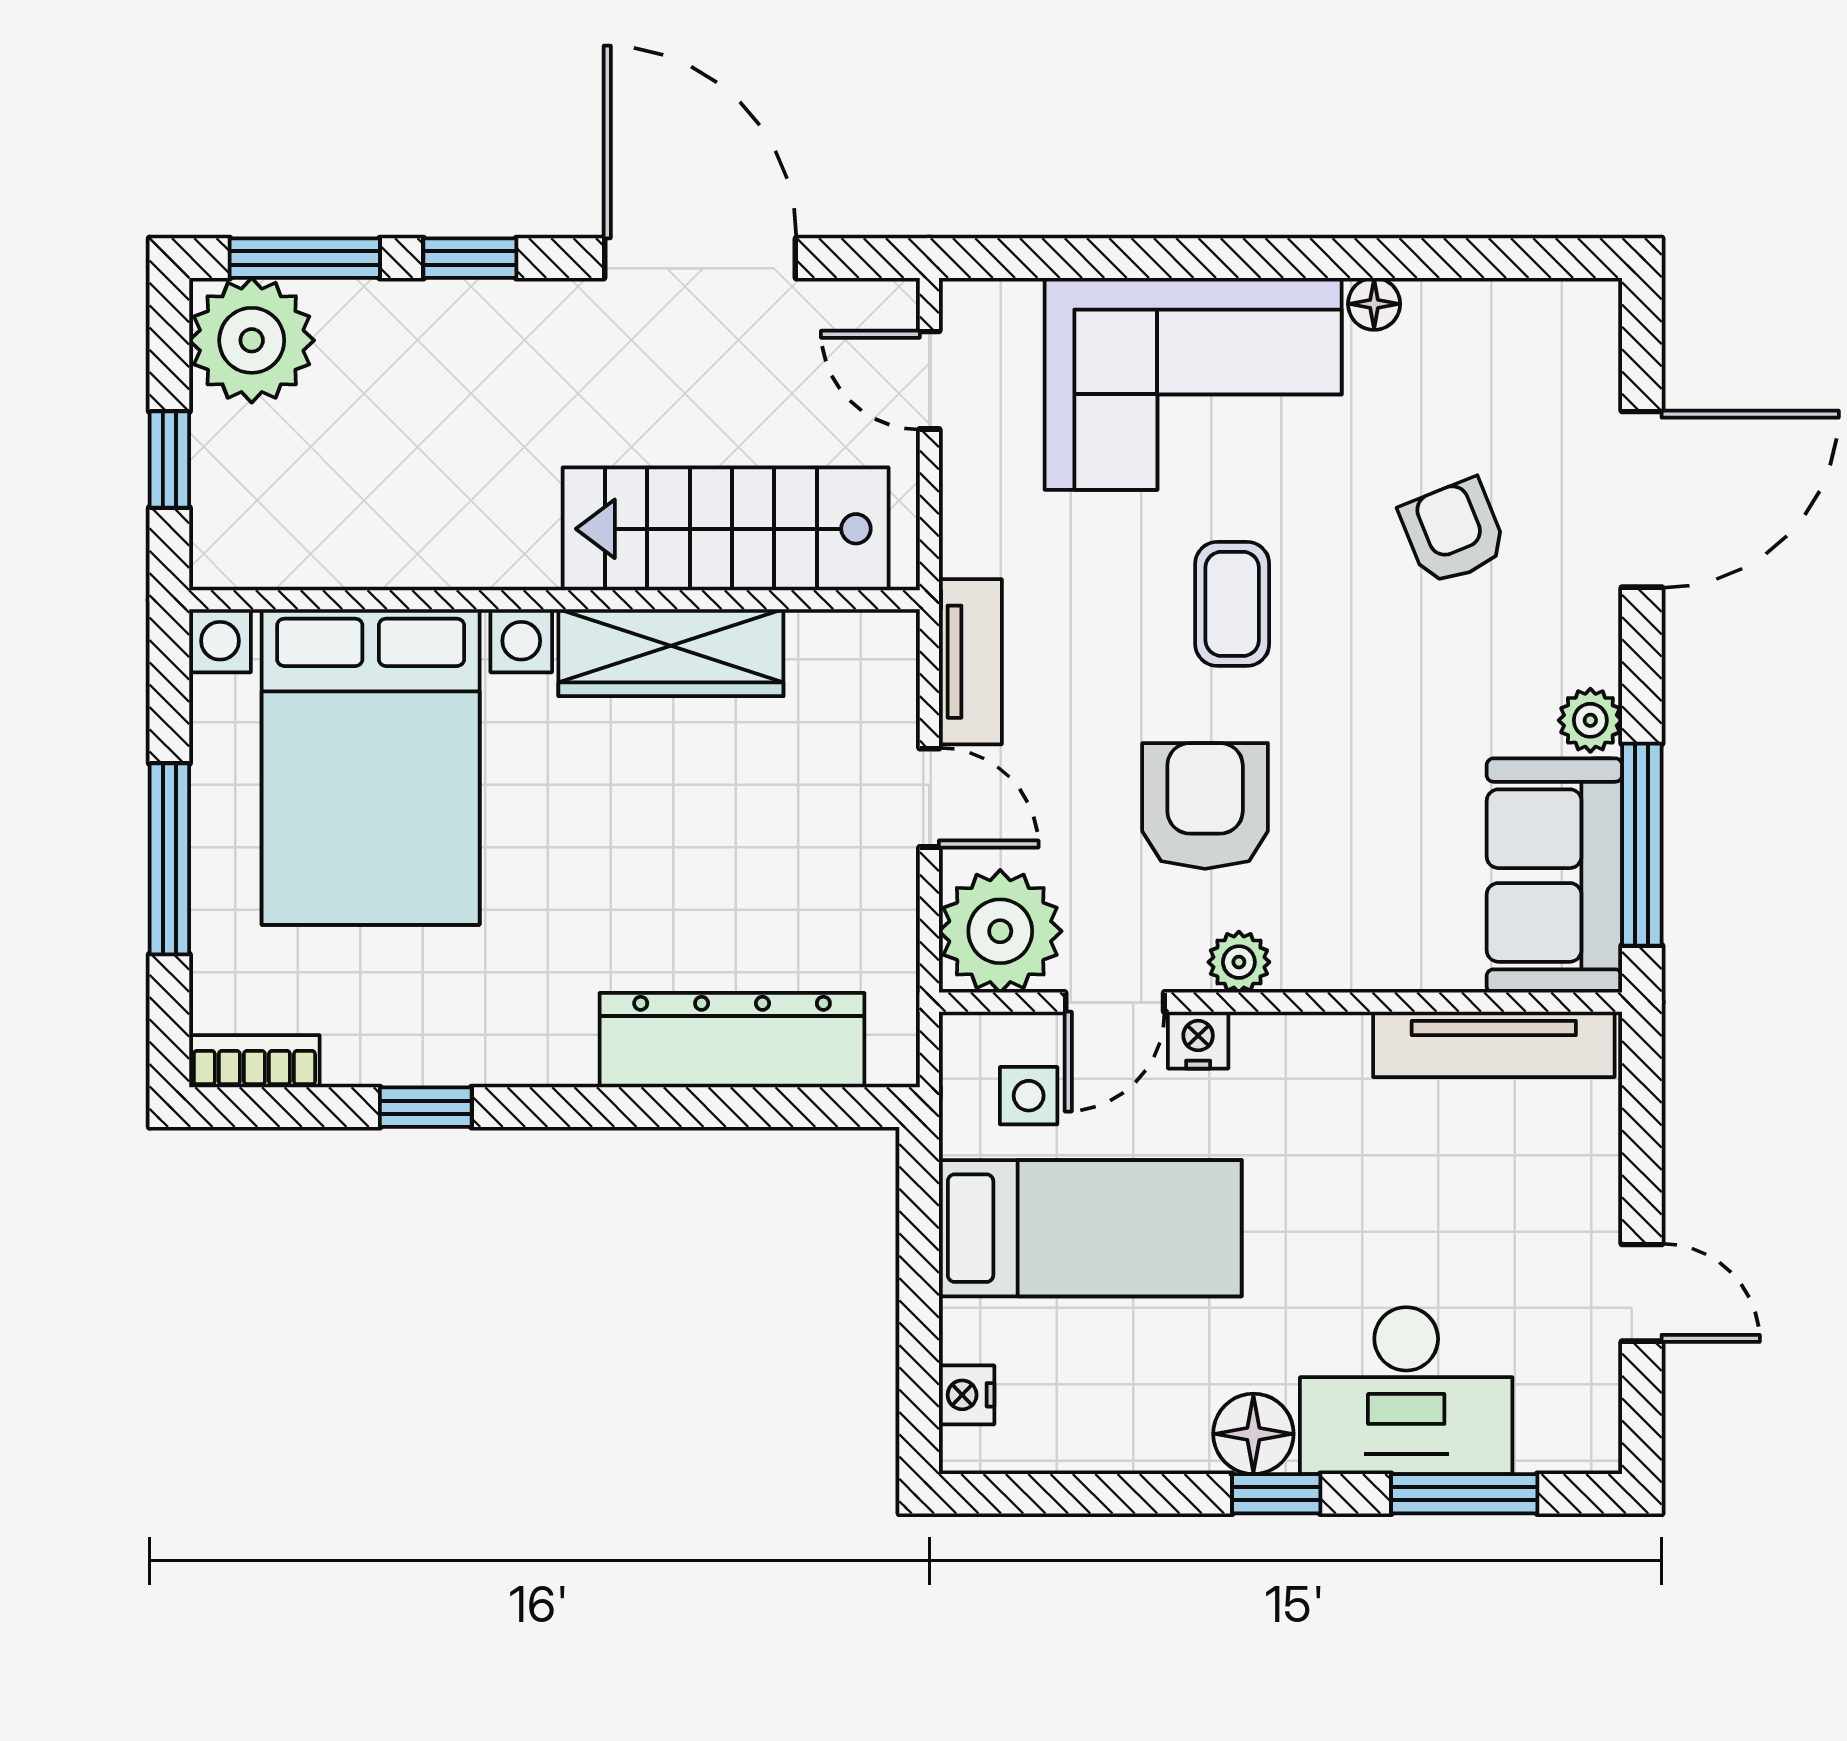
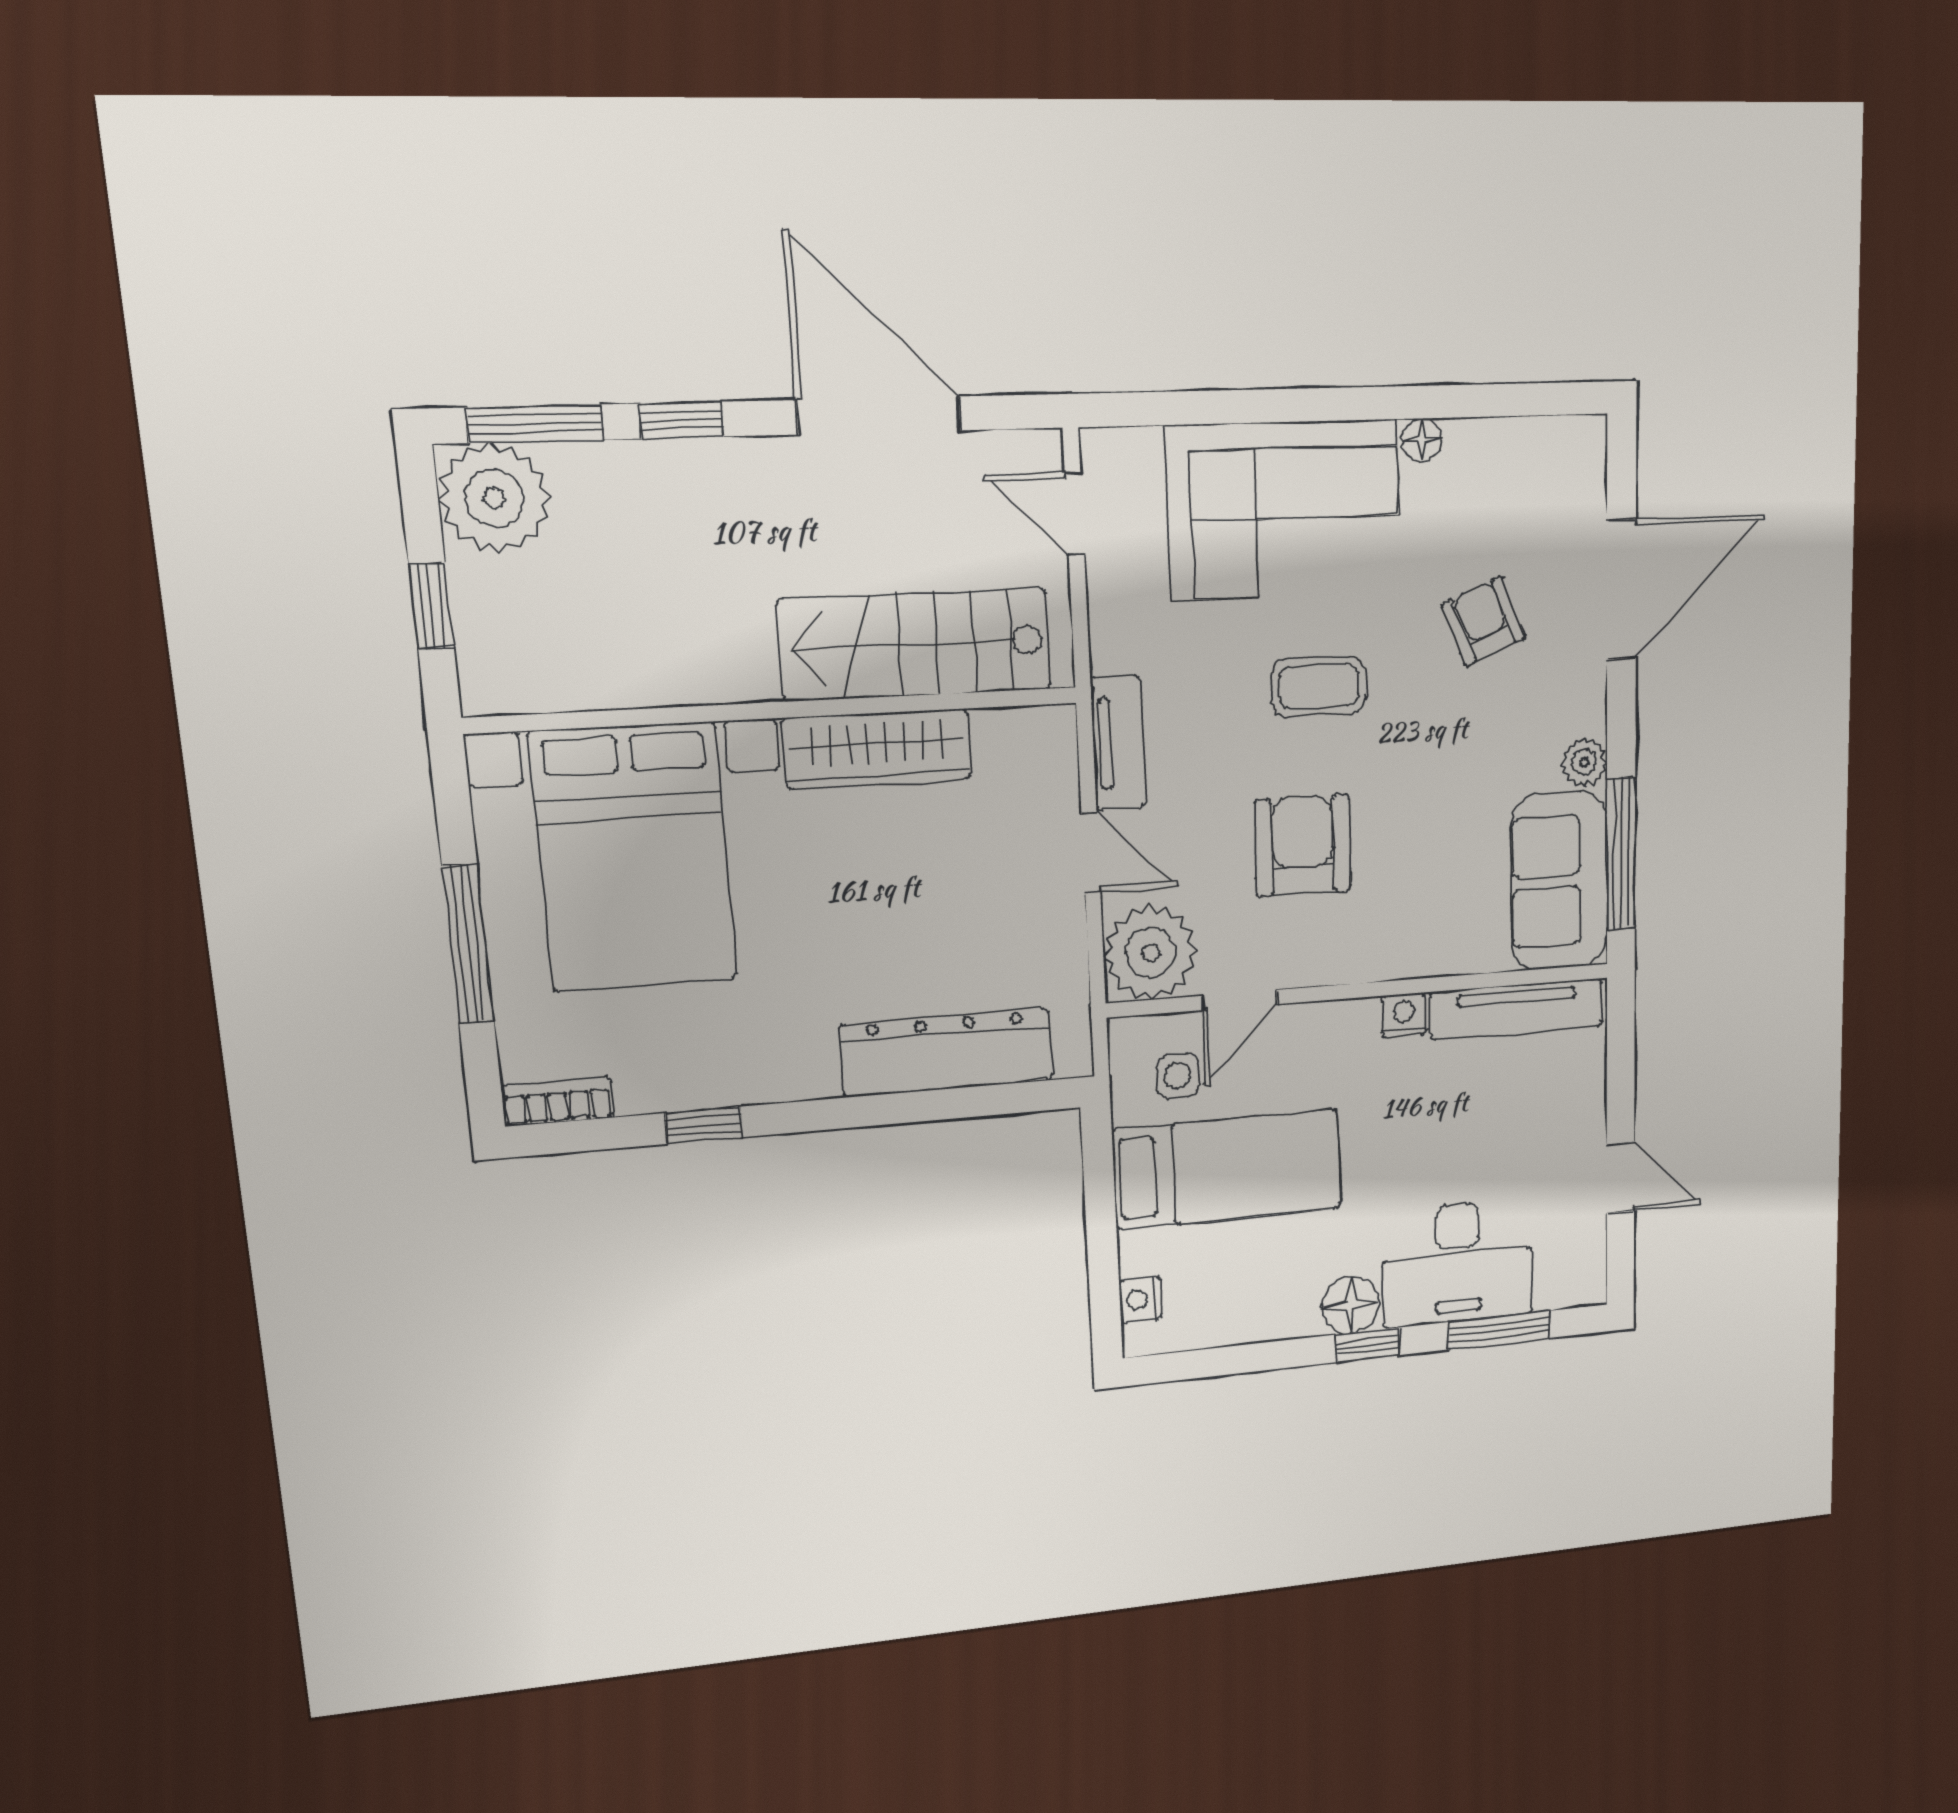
coffee table: (1232, 604) -> (1319, 686), turned 90
plant: (1239, 962) -> (1331, 963), removed
nightstand: (1198, 1040) -> (1404, 1015), moved

